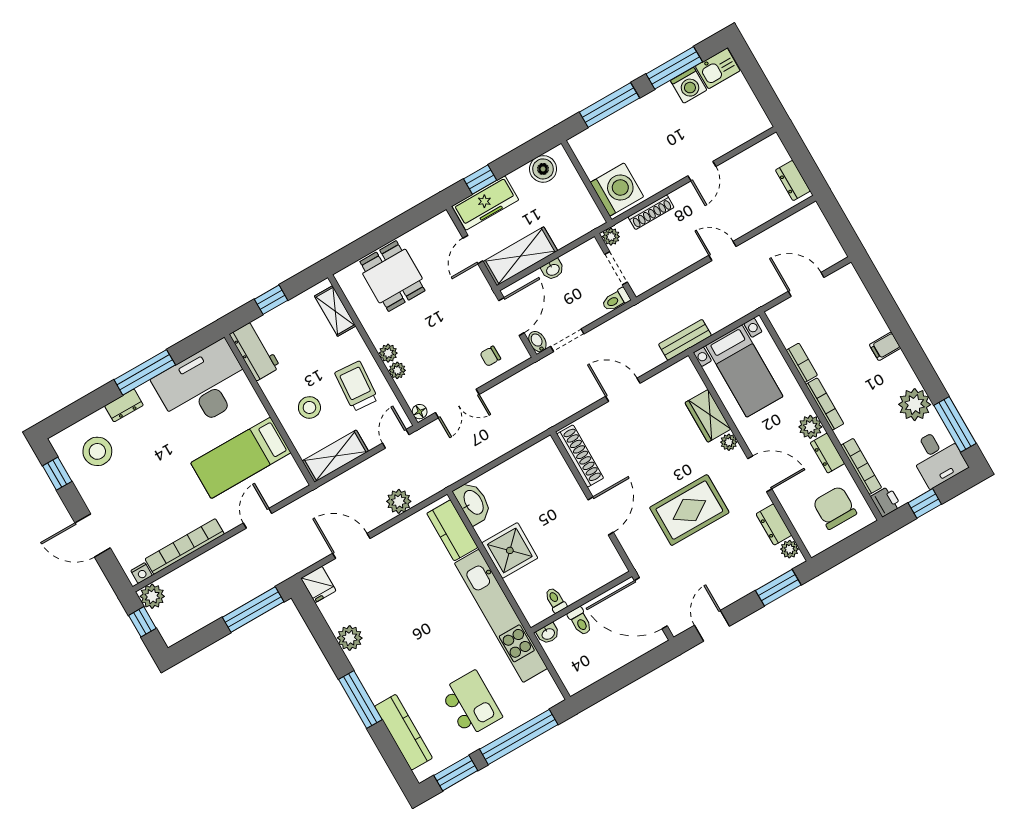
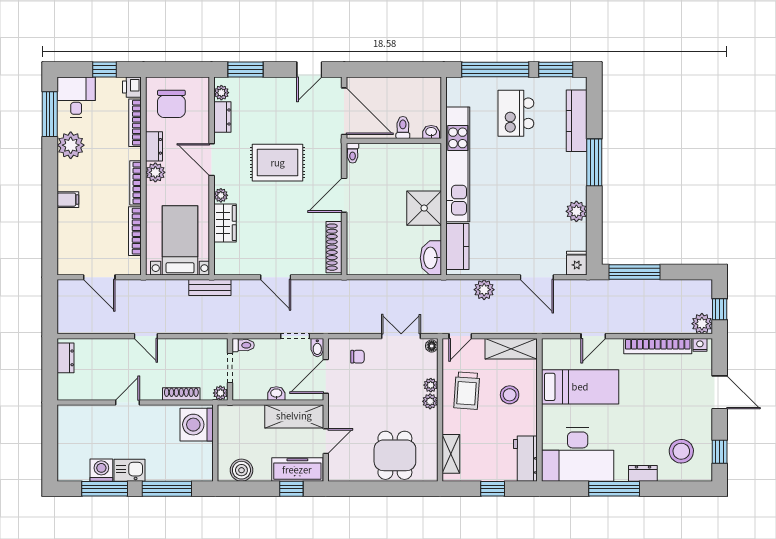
kitchen sink: (718, 68) -> (129, 470), moved
bookcase: (802, 363) -> (135, 231), width x1.56
toilet: (555, 600) -> (353, 153), moved

